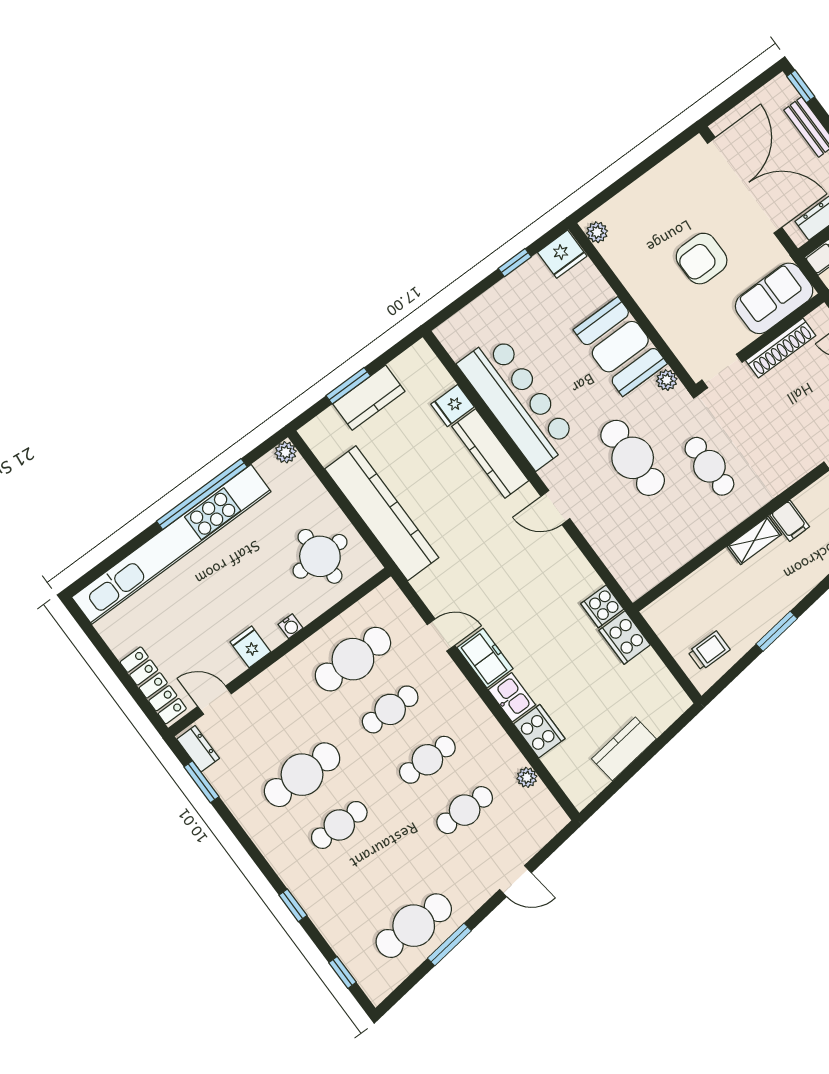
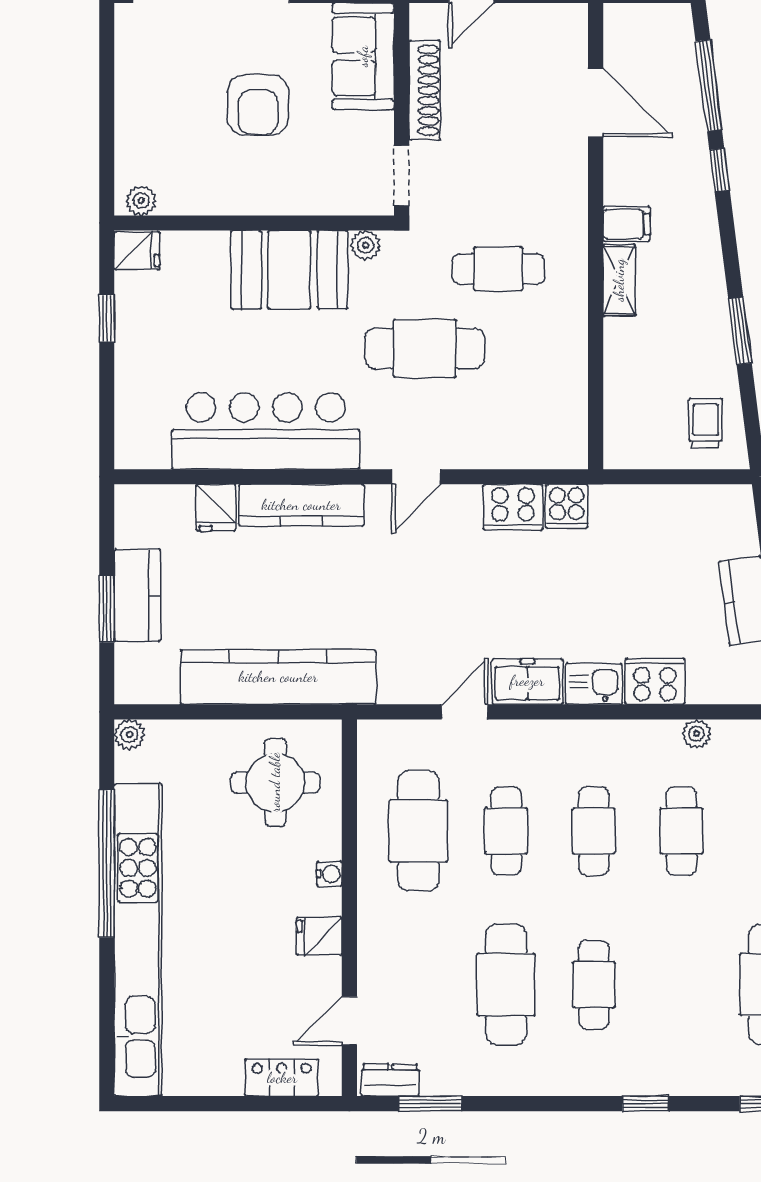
fridge: (562, 254) -> (137, 251), width x0.72
cooker: (625, 638) -> (513, 507), moved
locker: (153, 685) -> (282, 1078), width x0.66

